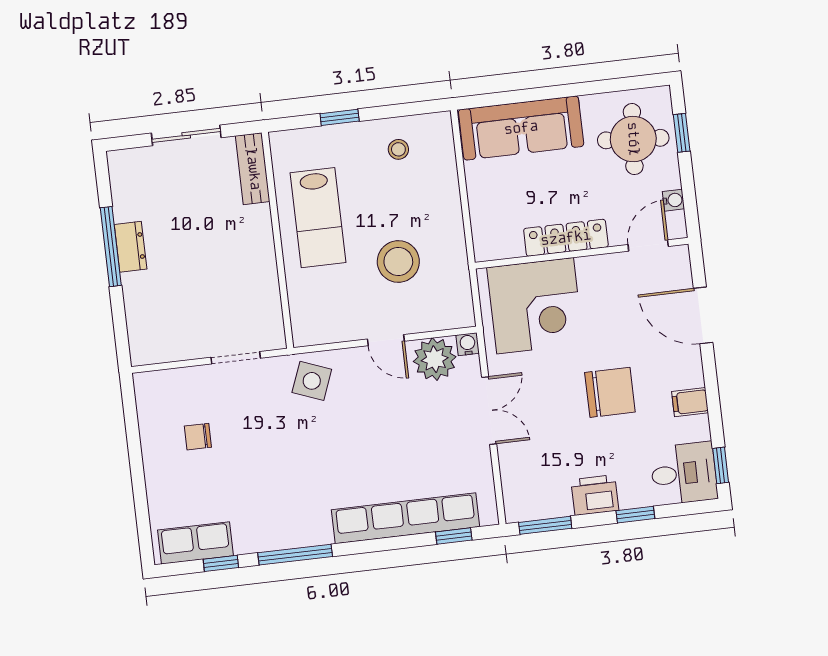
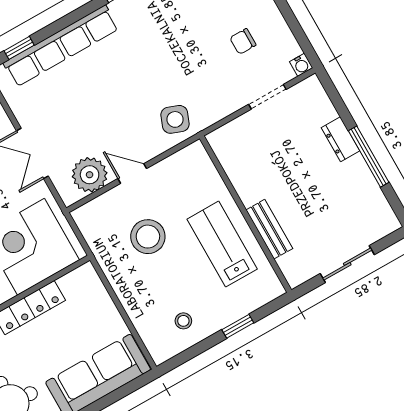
bench: (253, 169) -> (269, 229), moved
dresser: (131, 247) -> (340, 139), moved
water cooler: (468, 344) -> (301, 65), moved
doorway: (236, 358) -> (267, 97), moved
chair: (198, 437) -> (243, 41), turned 180

